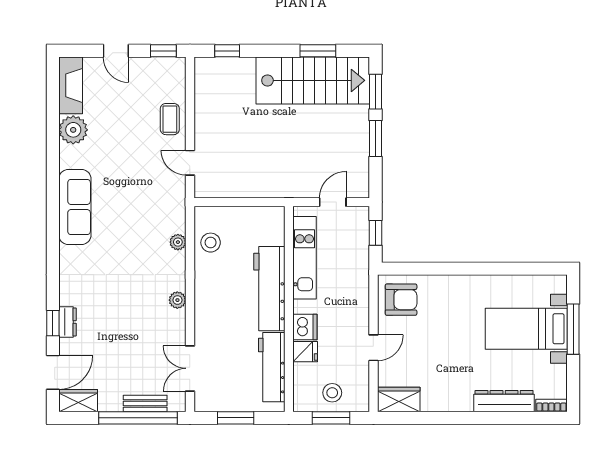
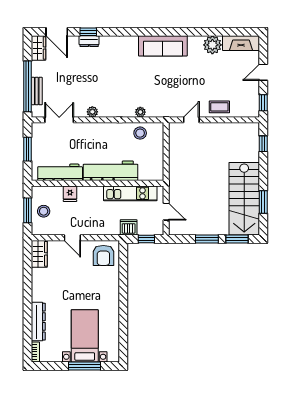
plant: (177, 300) -> (92, 112), moved
dishwasher: (305, 327) -> (129, 227), moved, turned 180

